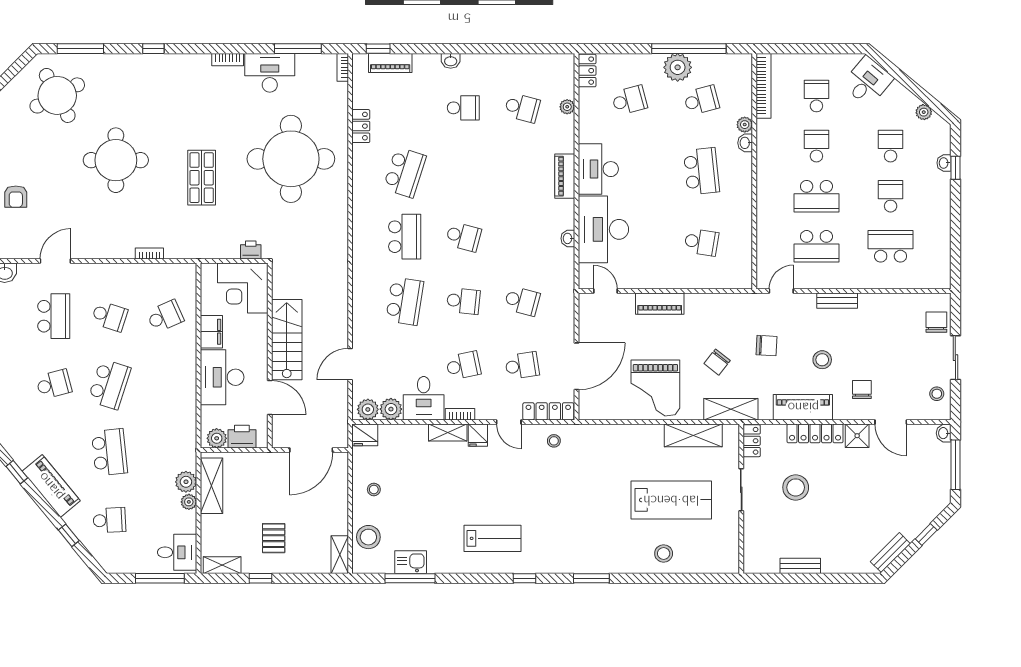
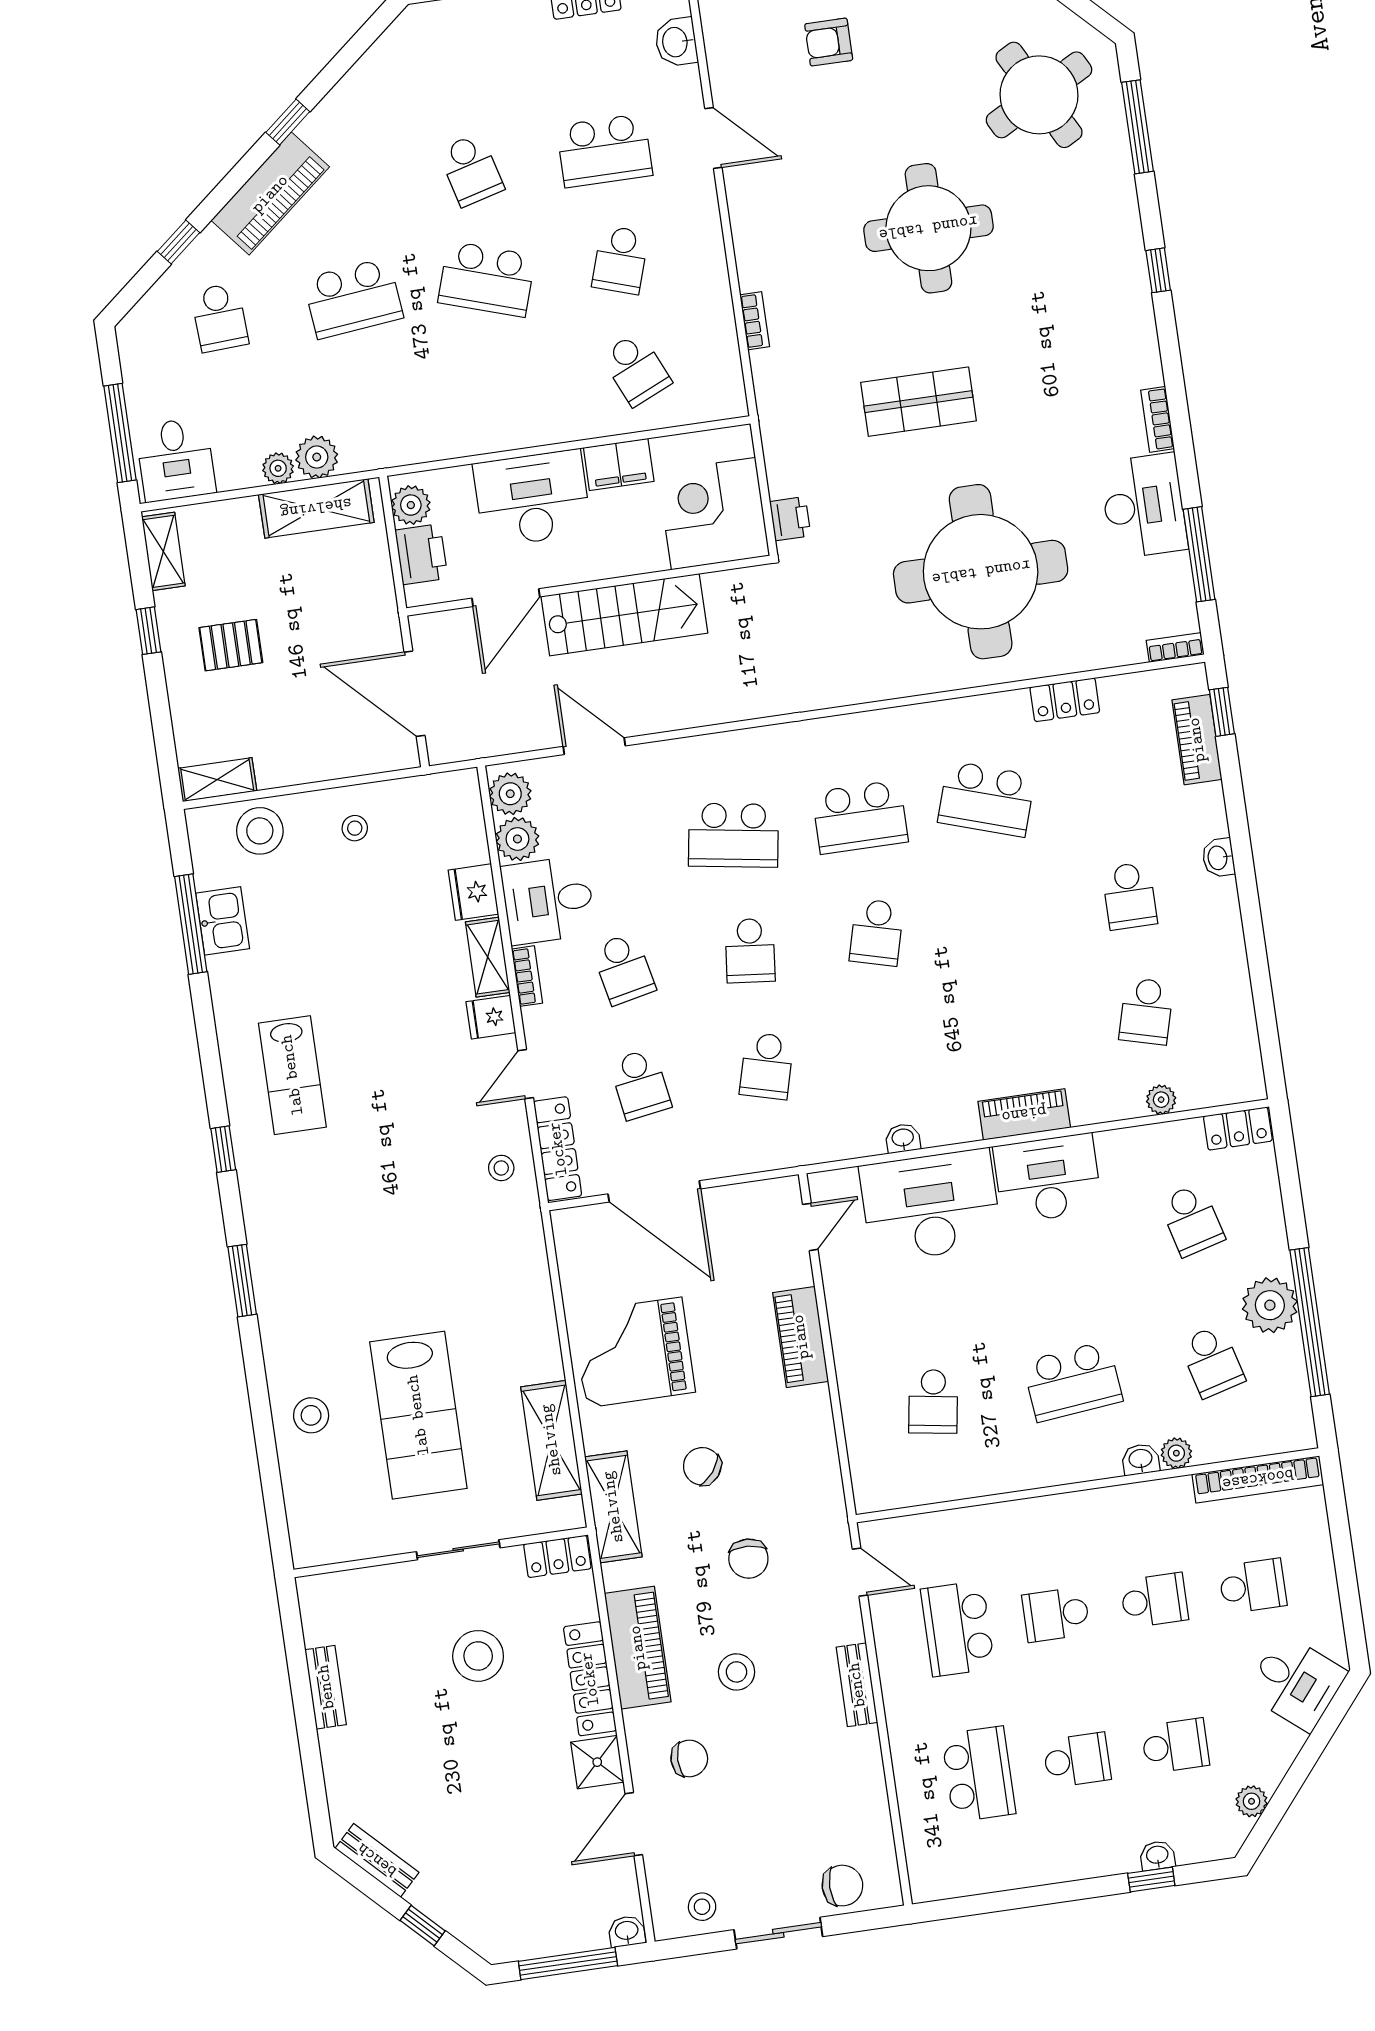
school desk: (816, 196) -> (1056, 1614), width x0.54
fridge: (365, 435) -> (473, 892), moved

